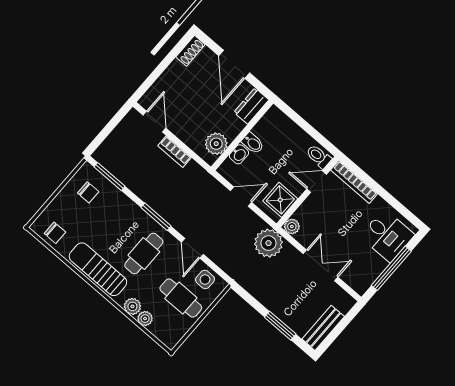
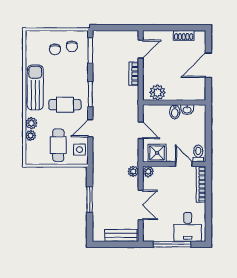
shoe rack: (190, 51) -> (184, 35), moved
dresser: (251, 106) -> (194, 94), removed
washbasin: (239, 154) -> (187, 110), moved
chair: (55, 233) -> (55, 49), moved
plant: (268, 243) -> (133, 171), width x0.53, depth x0.53
window: (280, 326) -> (90, 200), moved
bench: (323, 328) -> (121, 235), moved

